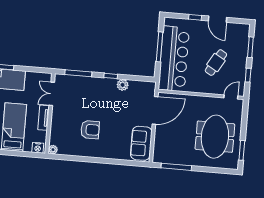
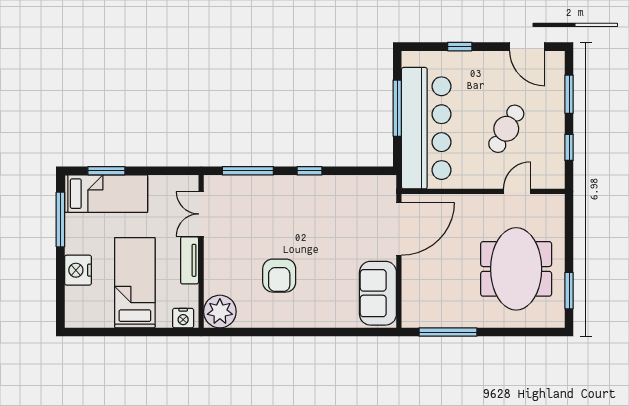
door: (217, 19) -> (527, 47), moved
plant: (123, 85) -> (334, 186), removed
door: (231, 97) -> (517, 191), moved
armchair: (90, 130) -> (279, 276), turned 90
plant: (53, 150) -> (220, 312), width x1.88, depth x1.88

